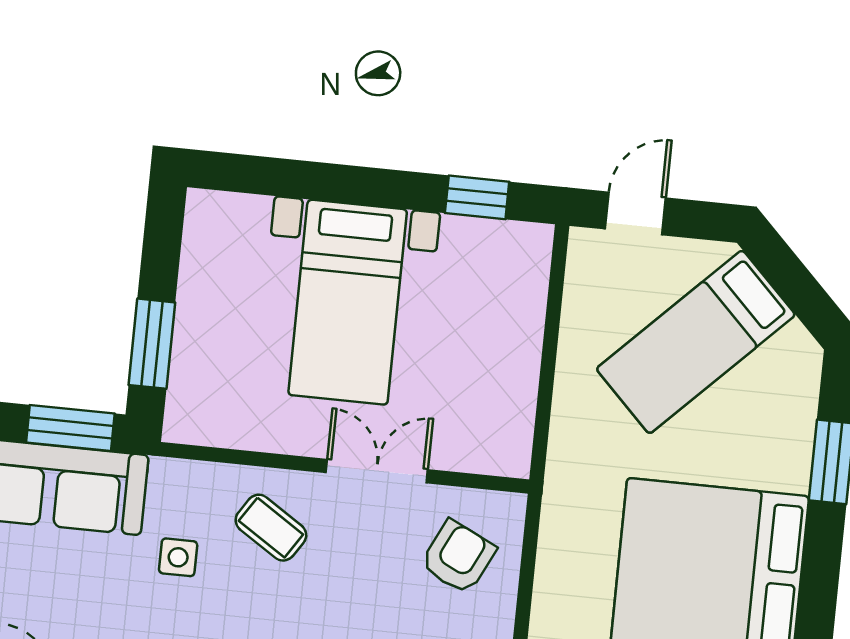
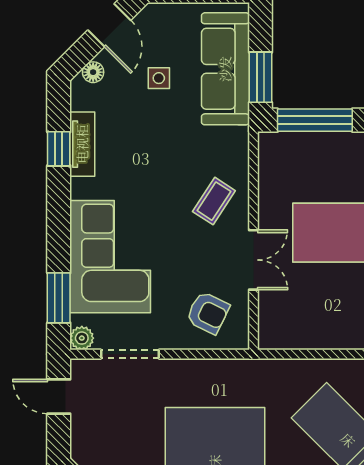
window: (152, 344) -> (315, 120), width x1.44
side table: (178, 557) -> (159, 78), moved

